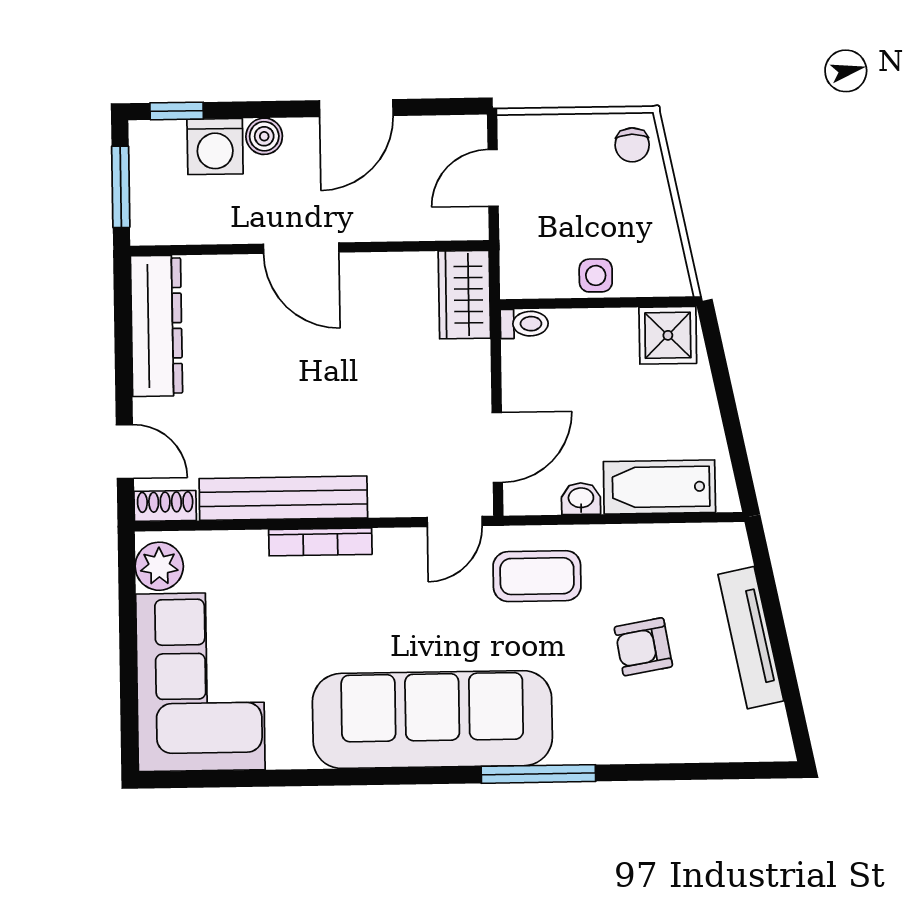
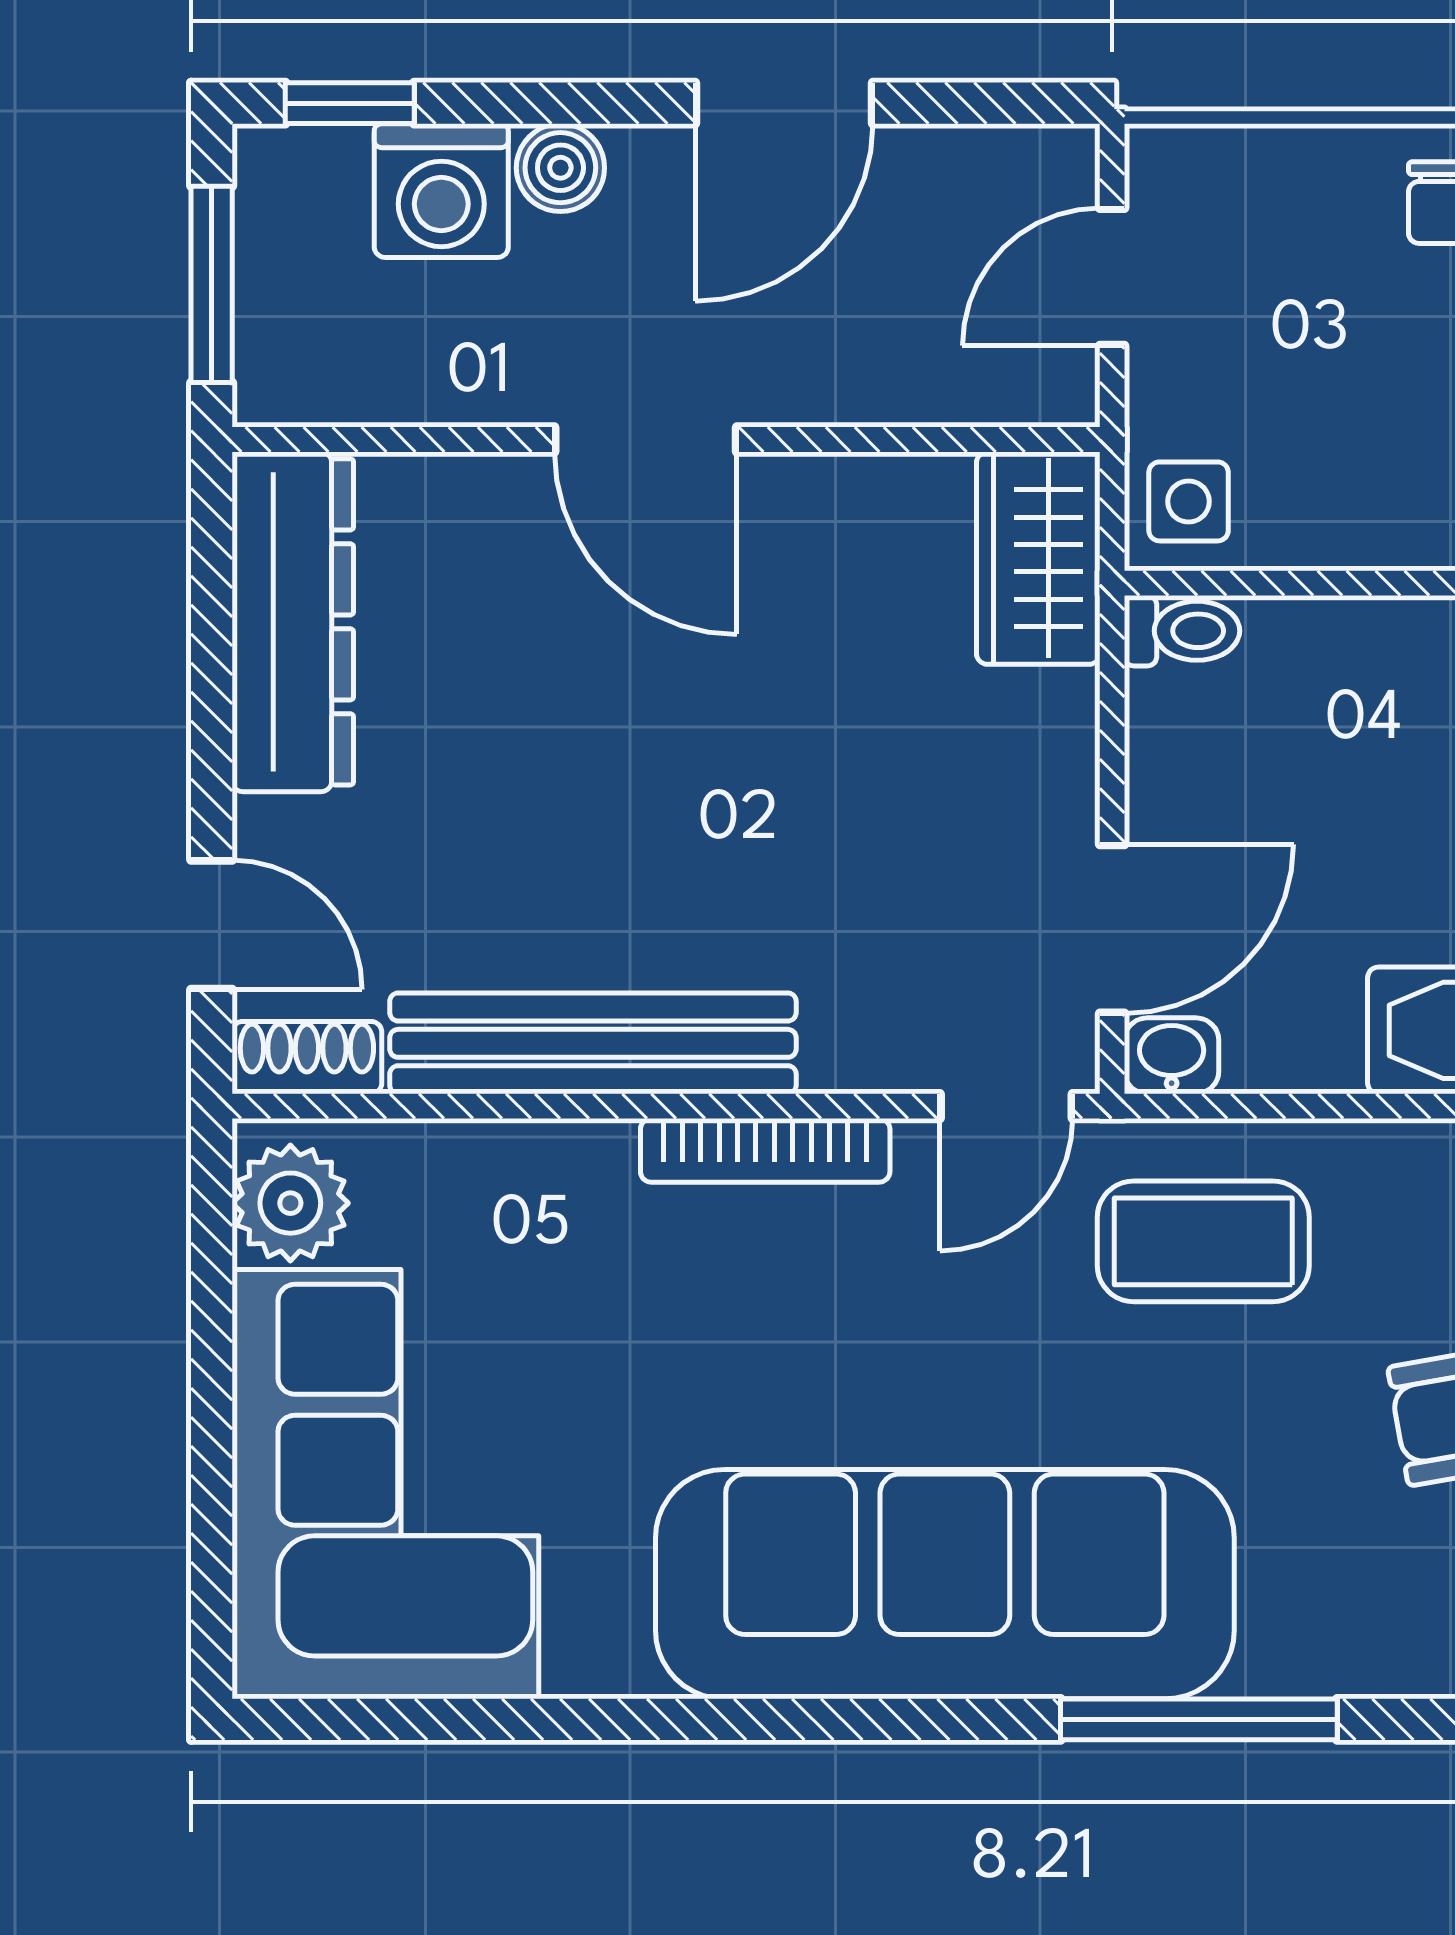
side table: (596, 275) -> (1189, 501), moved
washbasin: (581, 499) -> (1172, 1056), moved
bookcase: (320, 542) -> (765, 1150), moved

